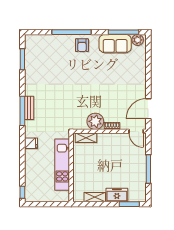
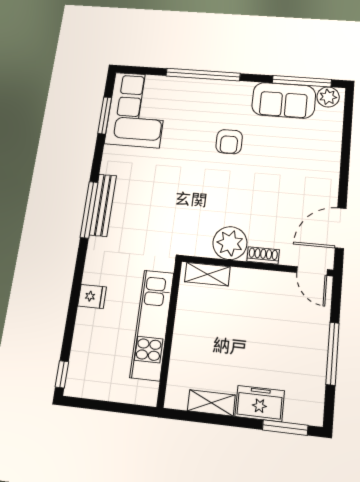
armchair: (82, 45) -> (229, 142), moved
corner sofa: (39, 55) -> (137, 110), added
bench: (29, 108) -> (103, 205), width x1.36
fridge: (31, 143) -> (92, 296), moved

